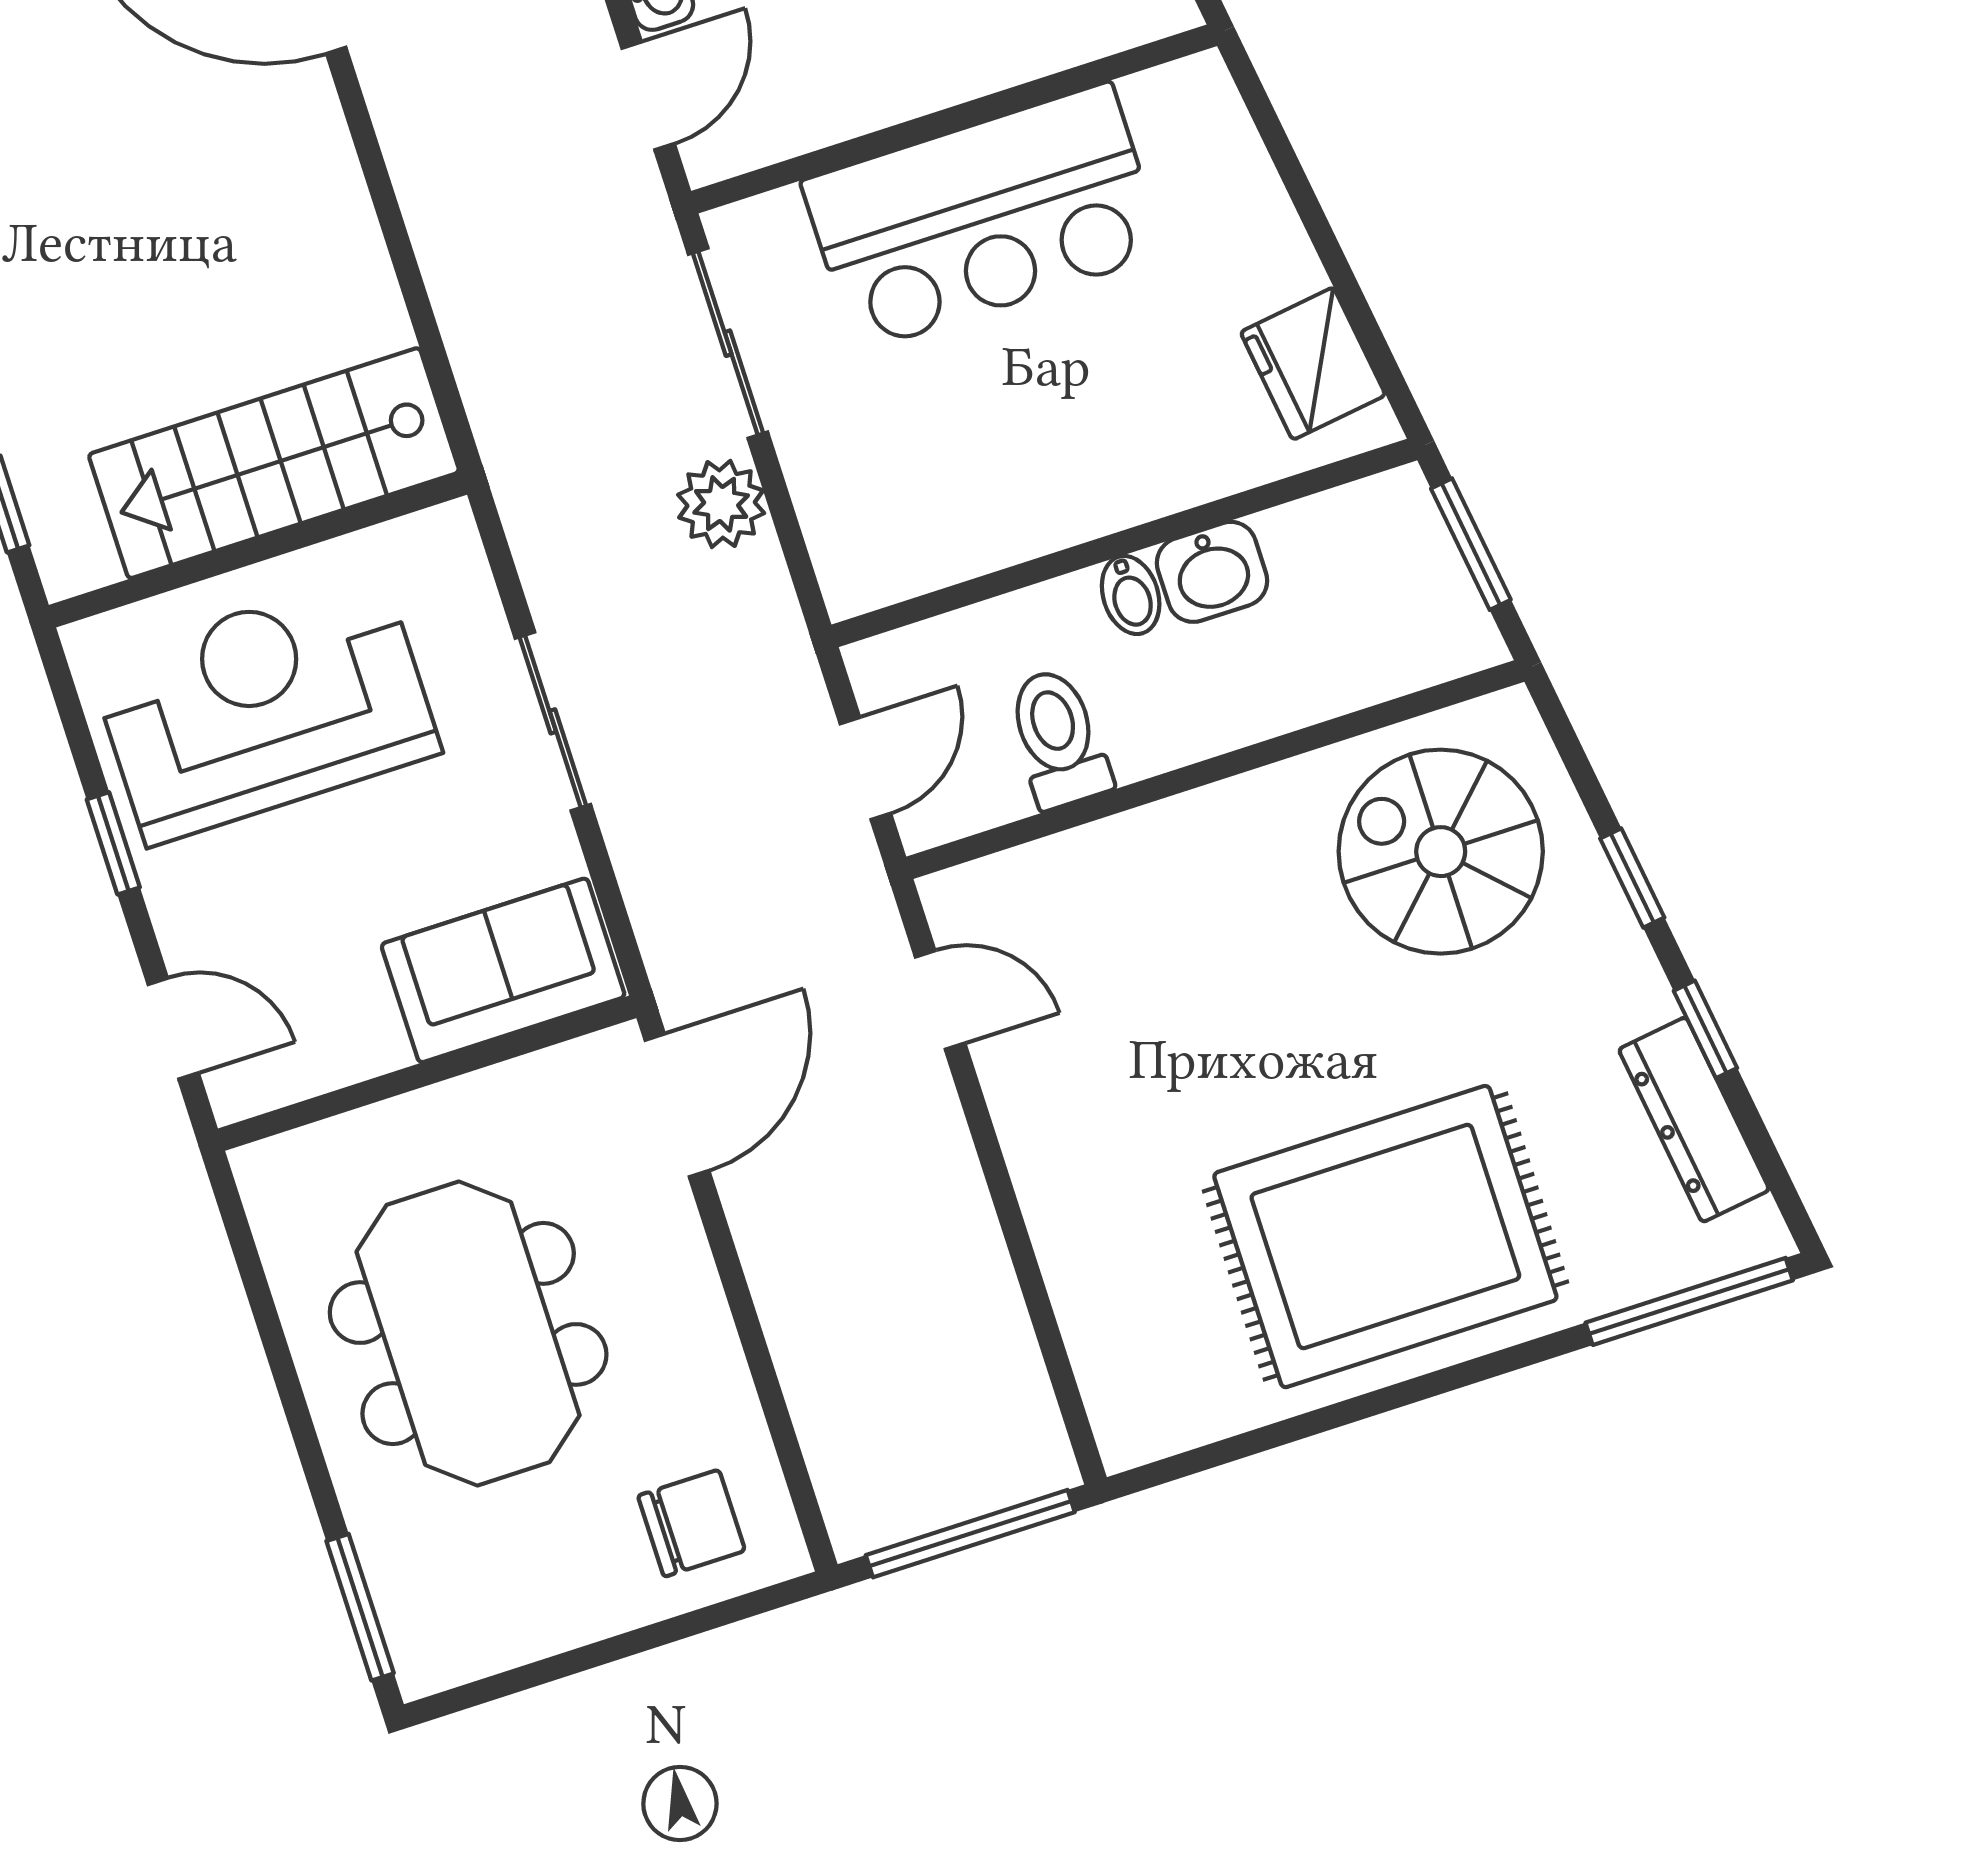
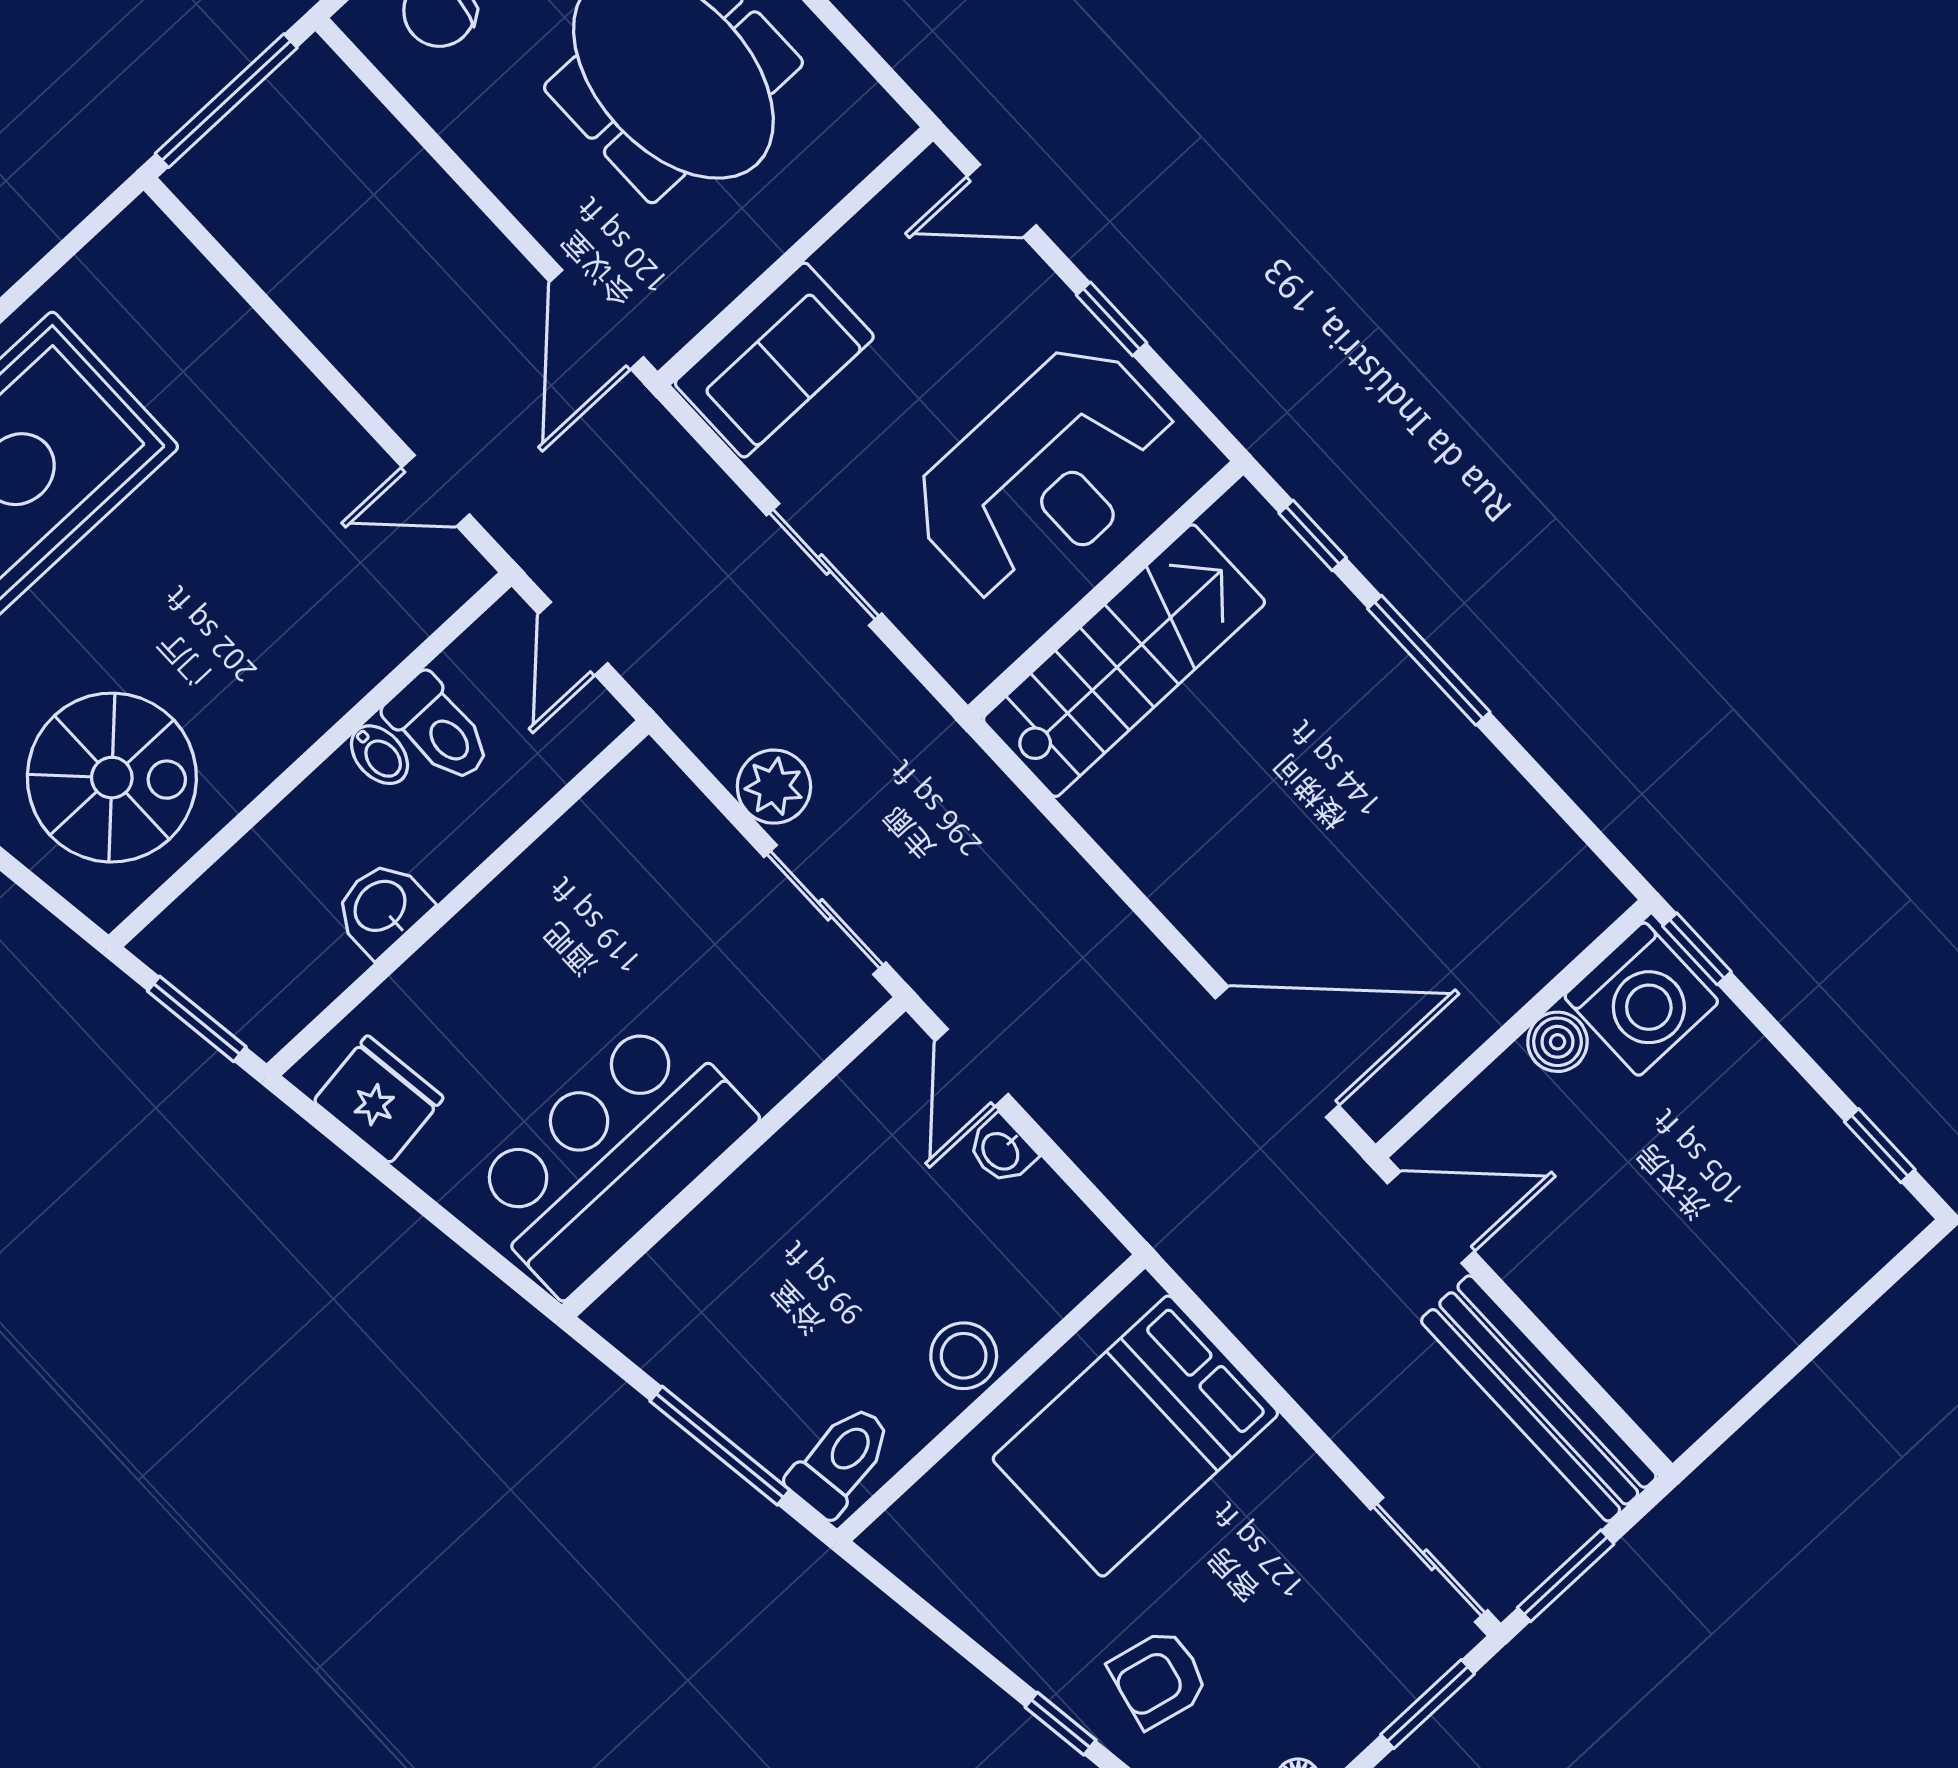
bar counter: (983, 217) -> (611, 1156), moved
bidet: (1131, 595) -> (379, 755), moved, turned 180

